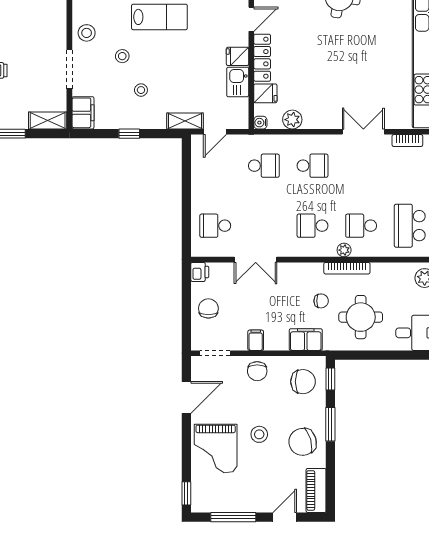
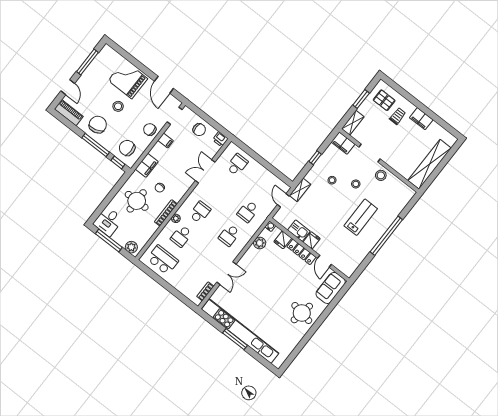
lab bench: (159, 17) -> (361, 217), turned 180
school desk: (361, 226) -> (181, 236), turned 180
chair: (303, 382) -> (127, 148), turned 90
window: (330, 424) -> (96, 145), width x1.44
window: (186, 493) -> (117, 48), removed

